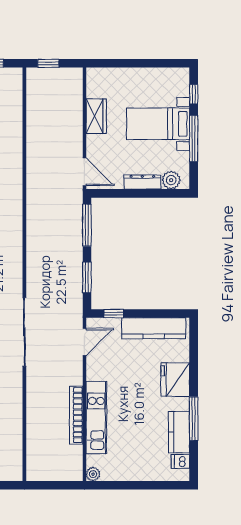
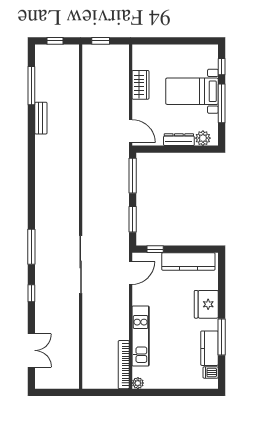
bookcase: (76, 415) -> (124, 365), moved

